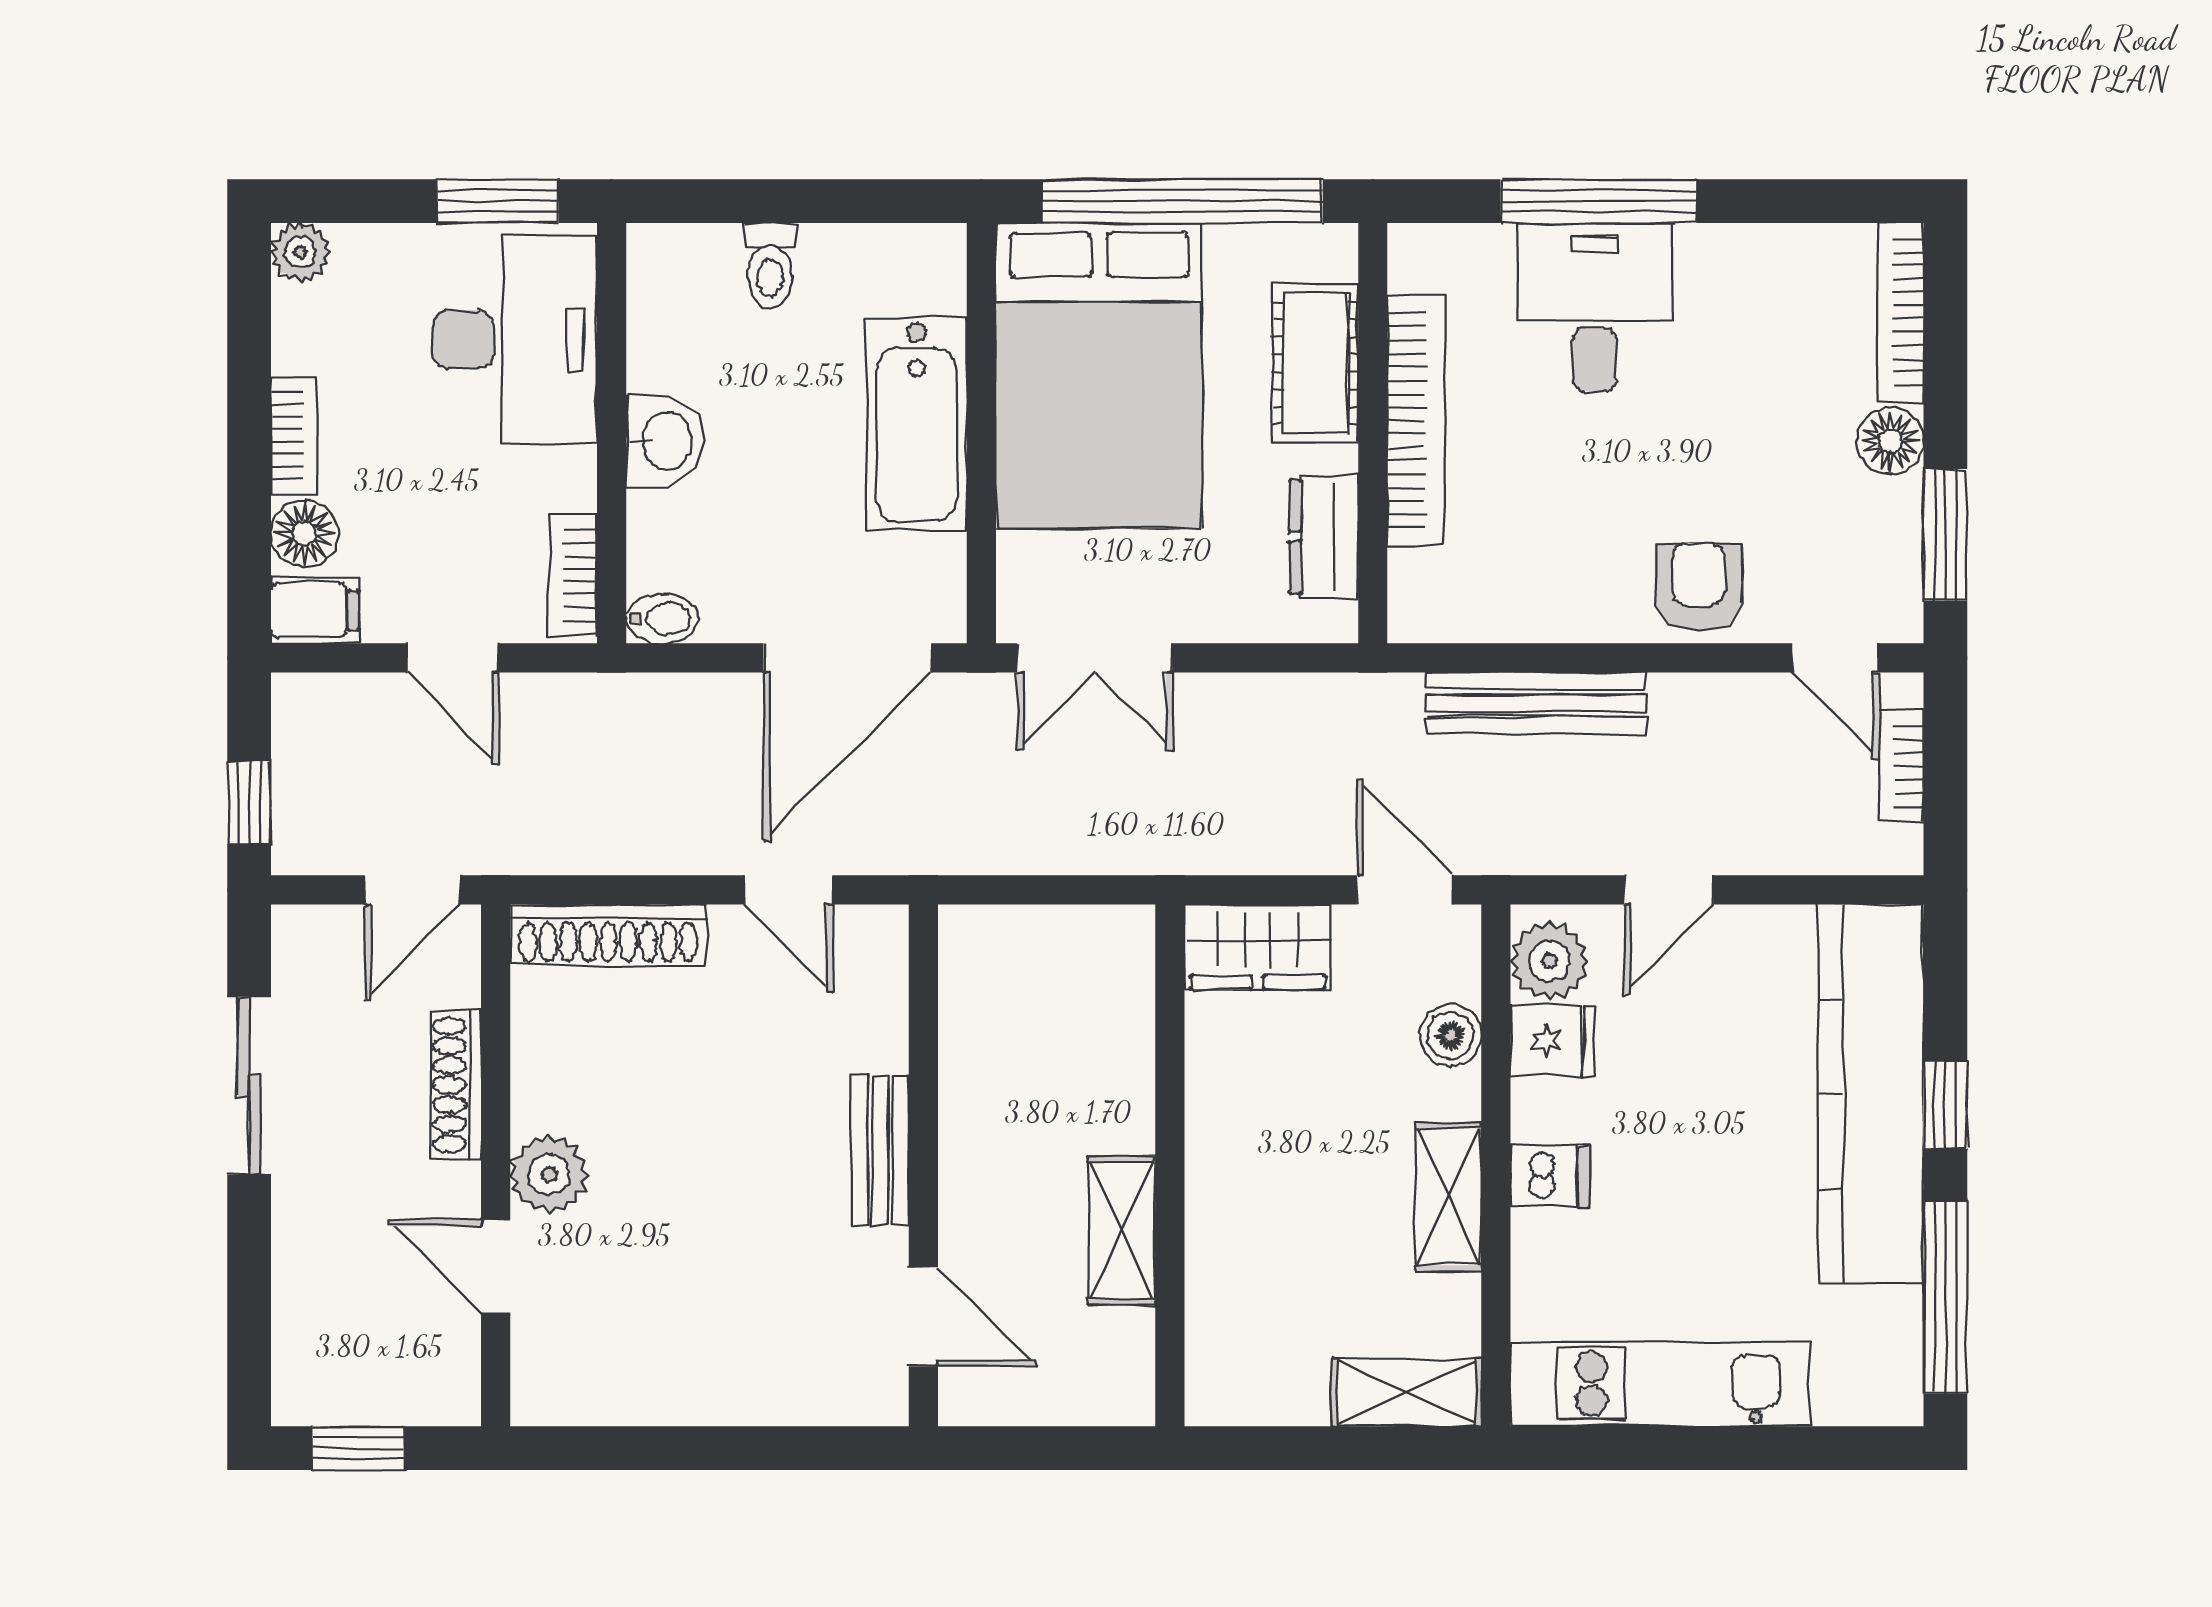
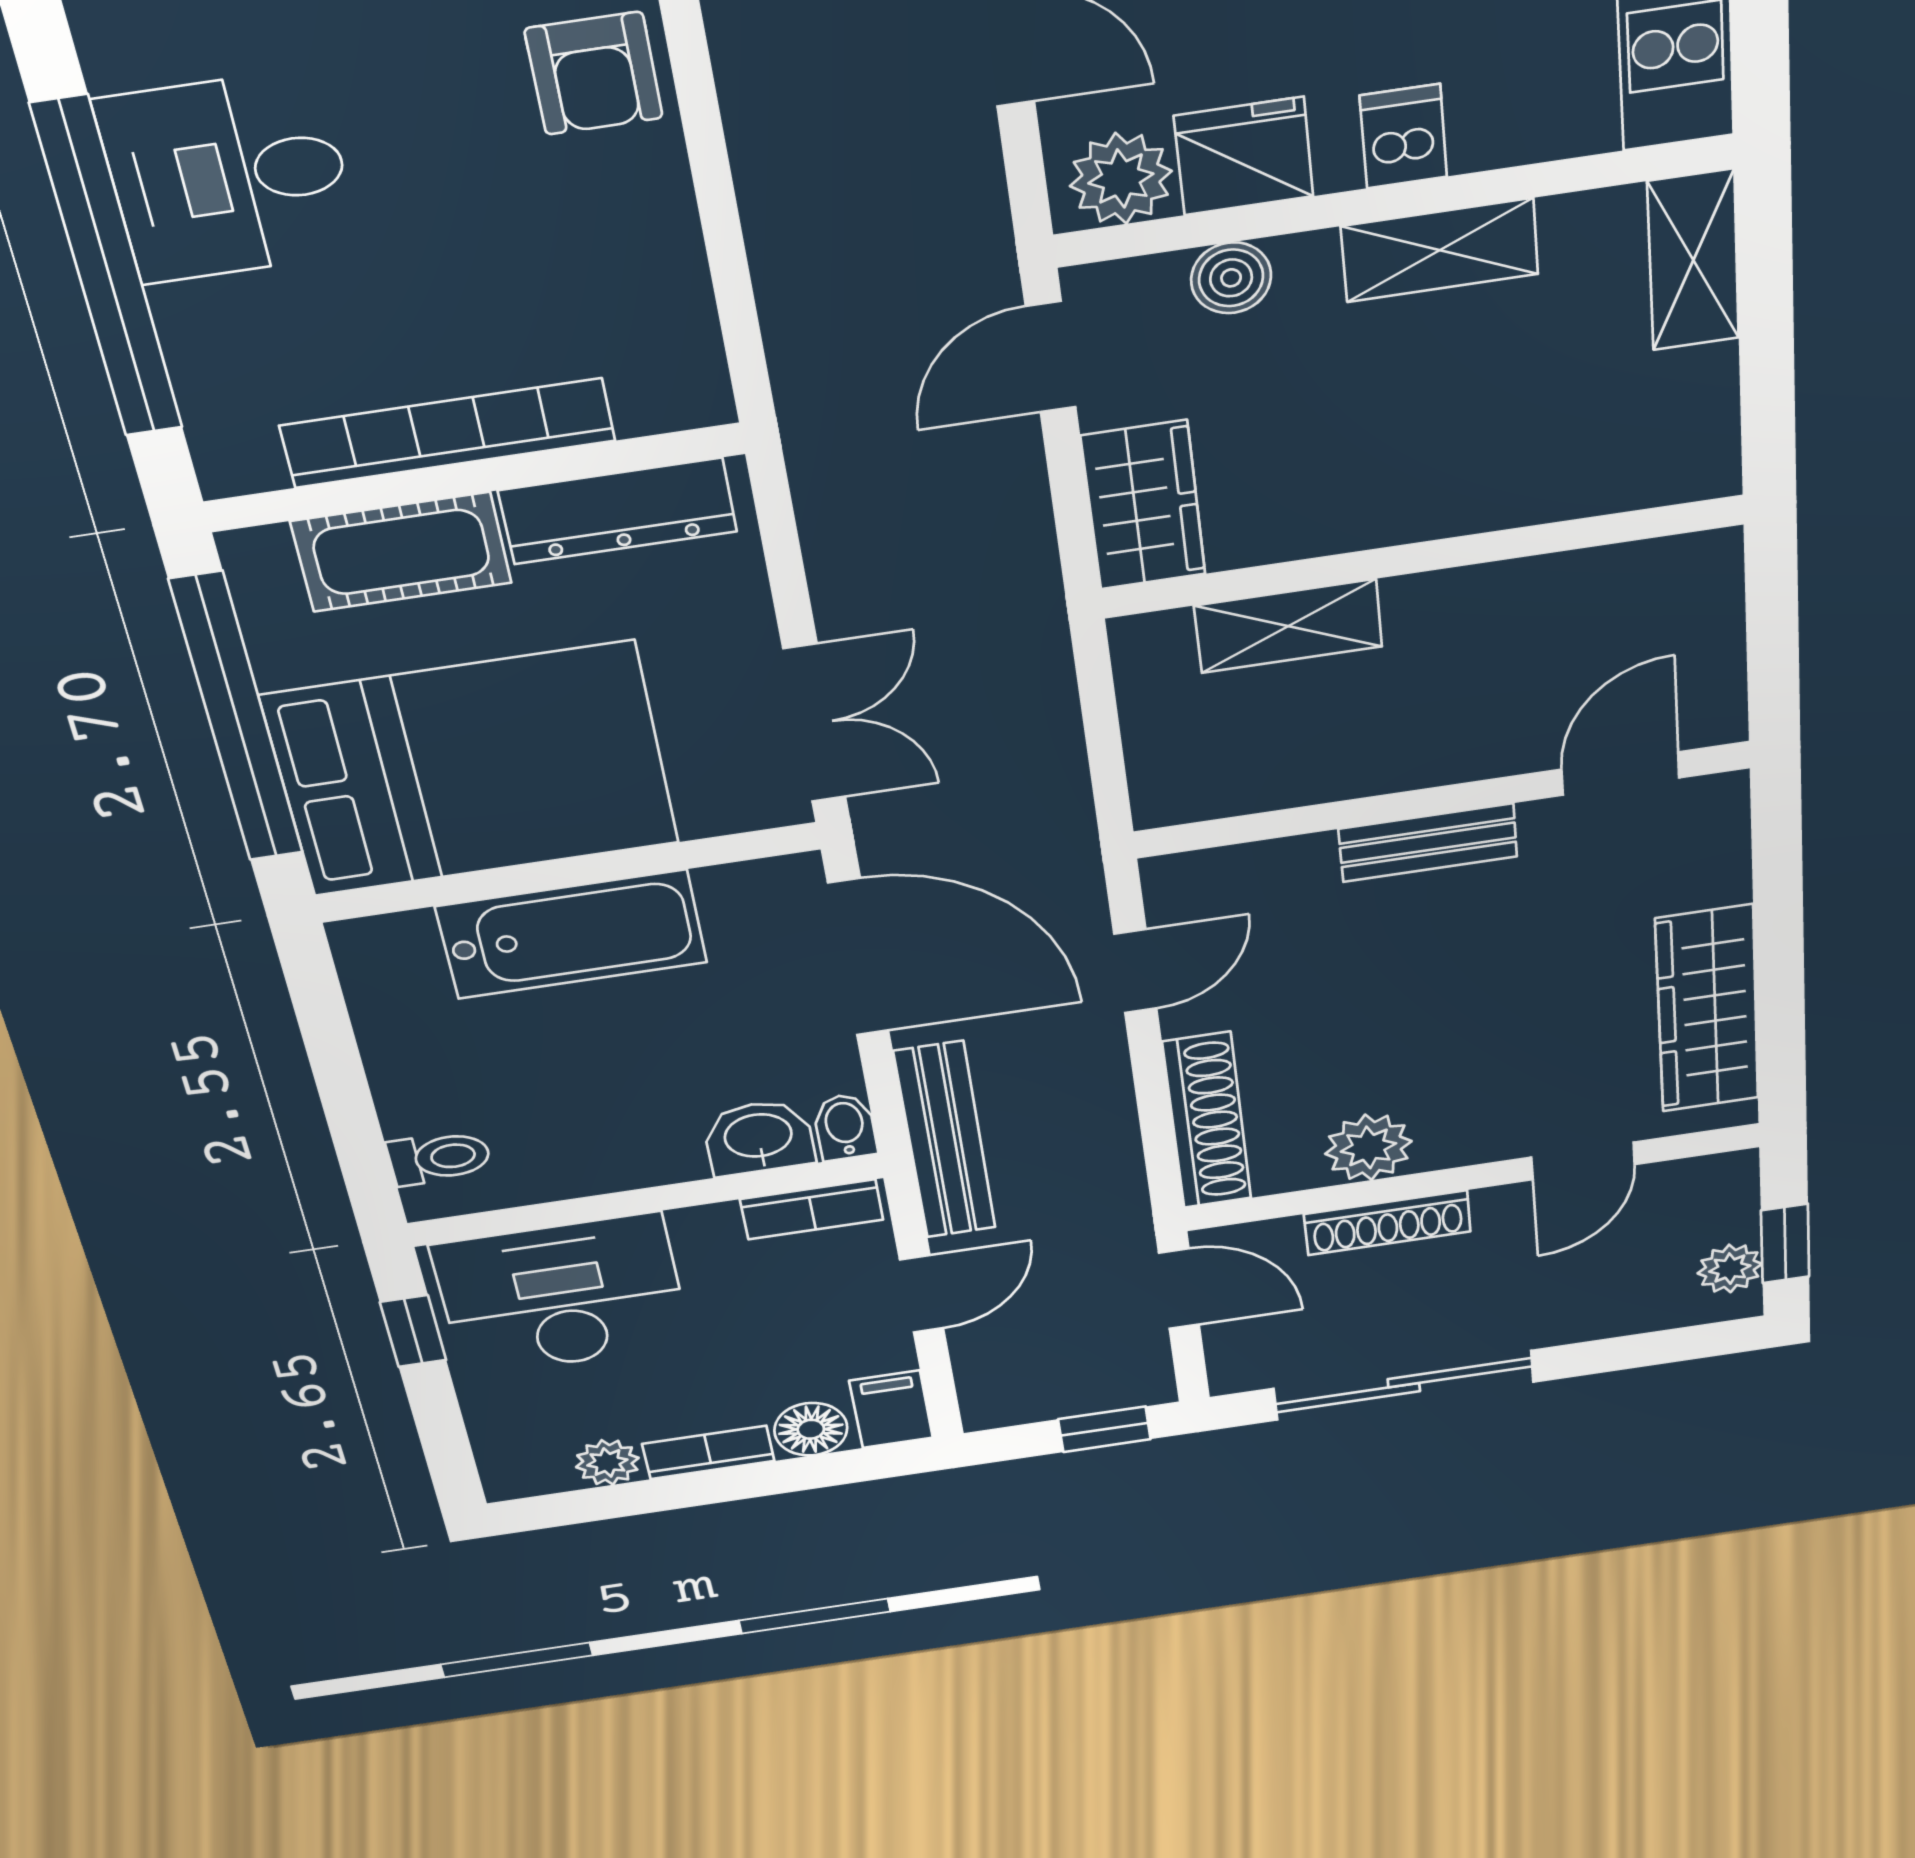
window: (498, 201) -> (413, 1331), width x0.67
window: (1598, 201) -> (107, 269), width x1.46
plant: (300, 252) -> (607, 1462), moved
toilet: (770, 266) -> (439, 1158), moved
desk: (1594, 307) -> (229, 177), moved
washbasin: (665, 441) -> (759, 1137), moved
dresser: (1324, 537) -> (618, 511), width x1.44
armchair: (1698, 587) -> (594, 73), turned -90
bench: (1536, 703) -> (945, 1140), moved
fridge: (1553, 1041) -> (1244, 156), width x1.38
sliding door: (249, 1086) -> (1404, 1385), width x1.37
plant: (549, 1174) -> (1368, 1147), moved
shelving: (1122, 1230) -> (1288, 626), moved
wardrobe: (652, 1383) -> (1707, 1009), added
plant: (337, 1396) -> (1730, 1269), added

